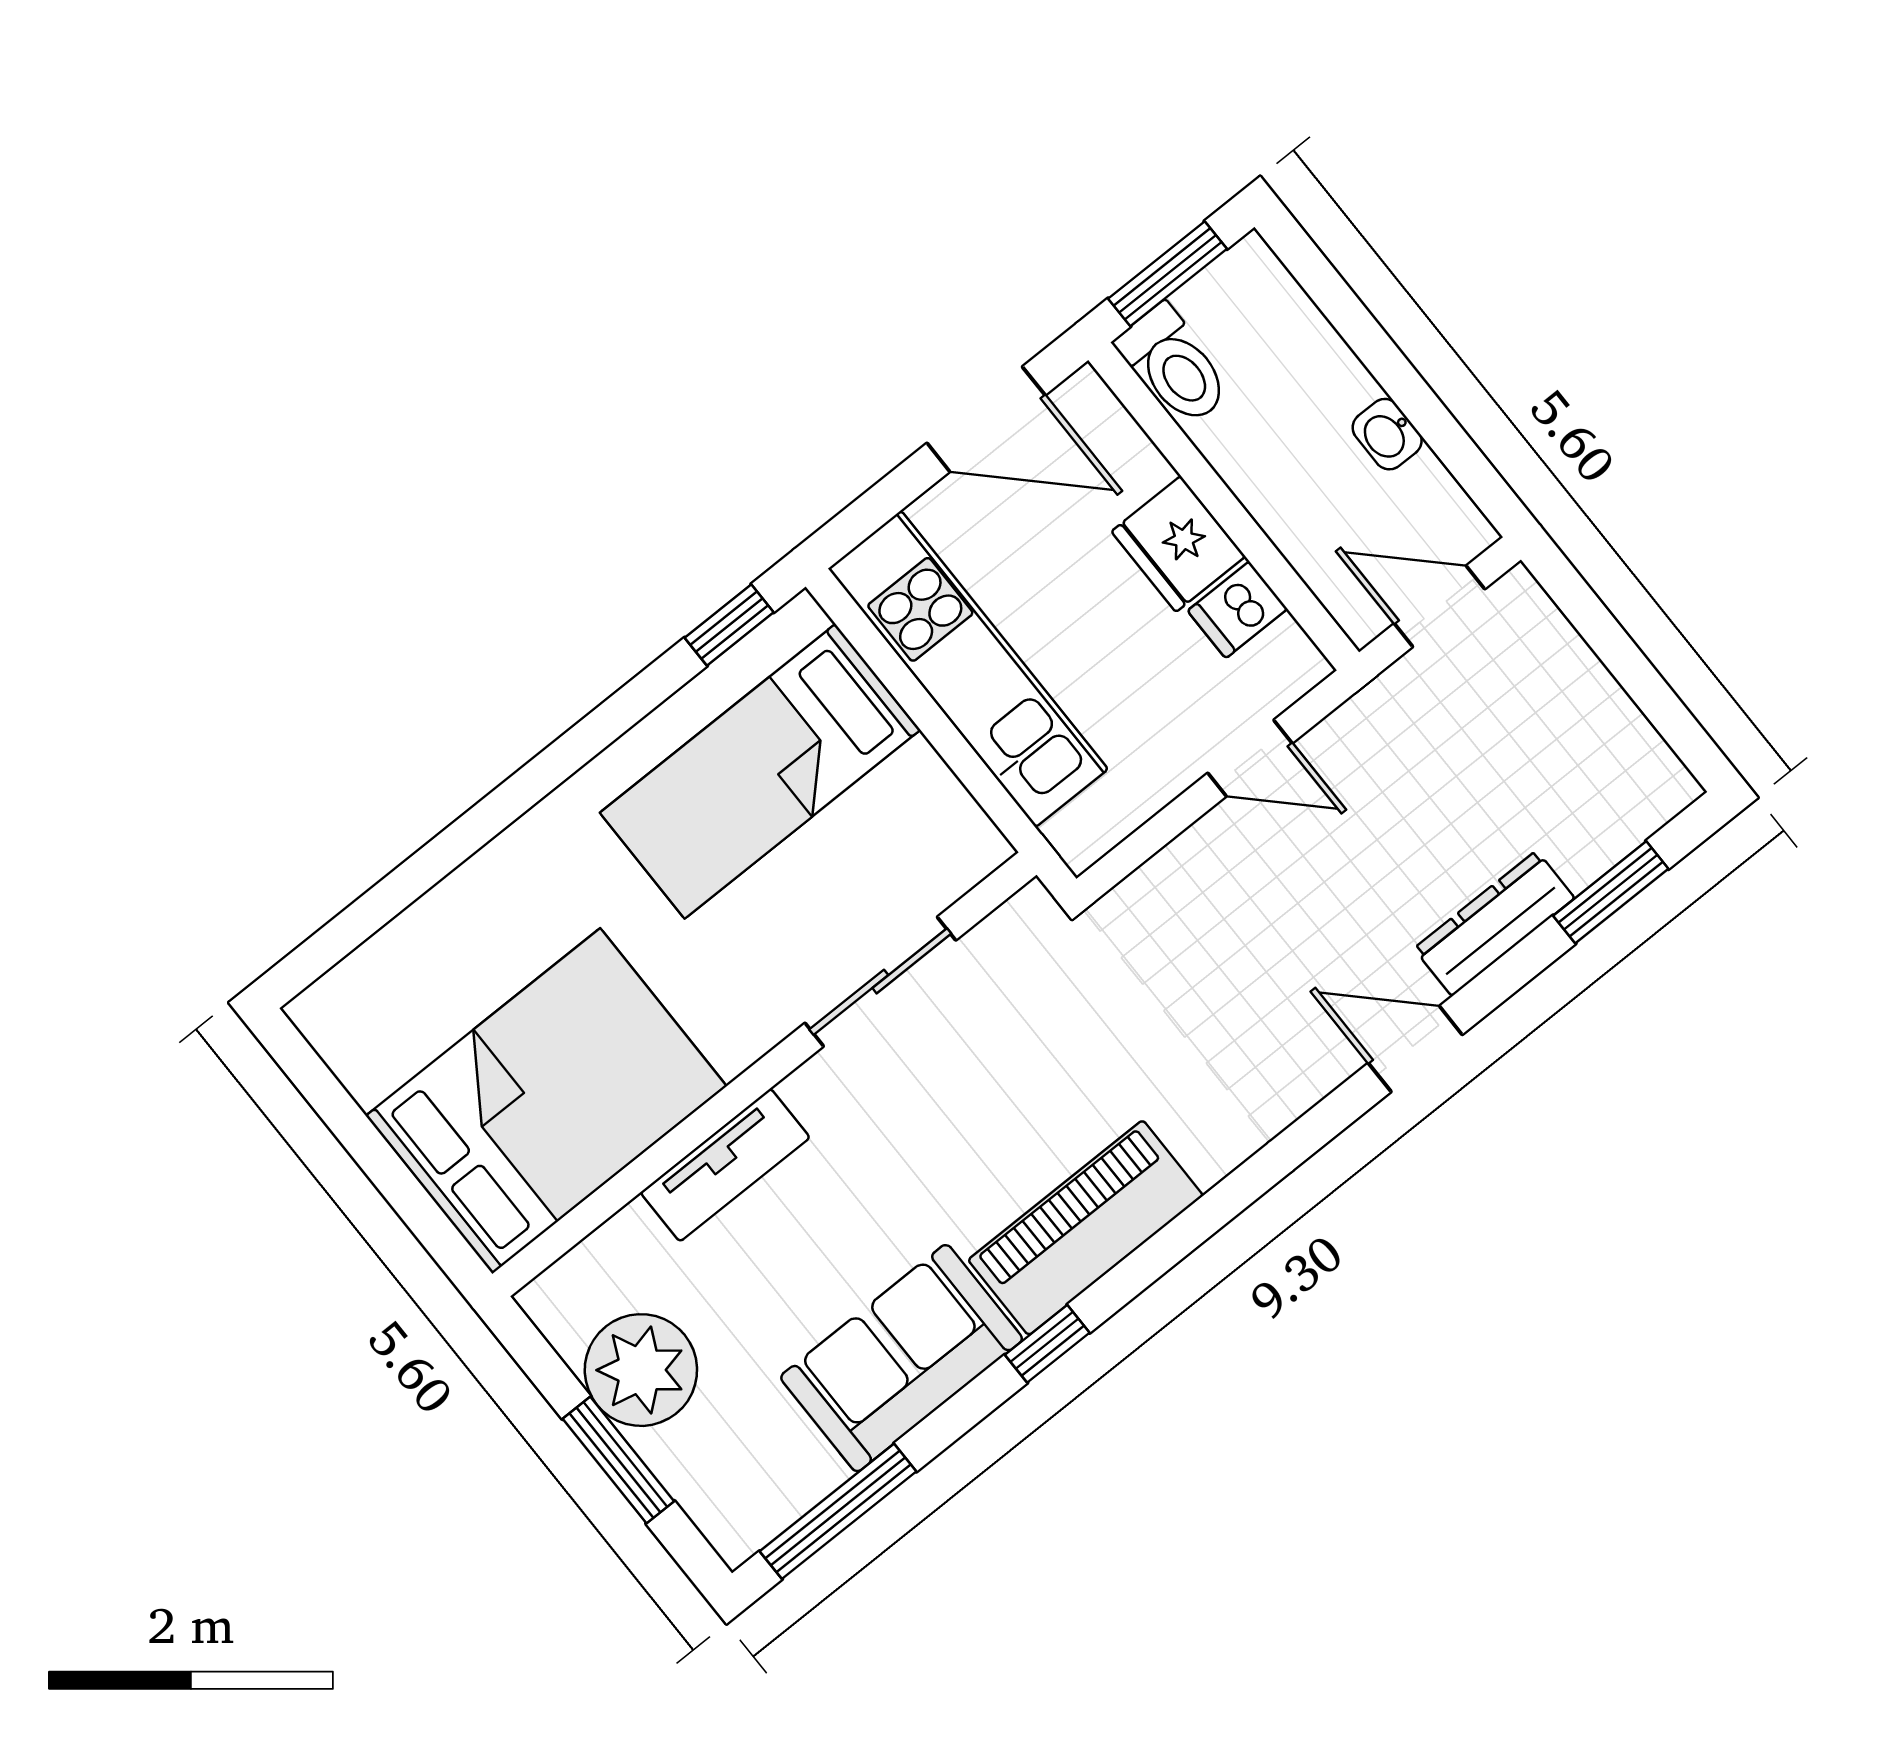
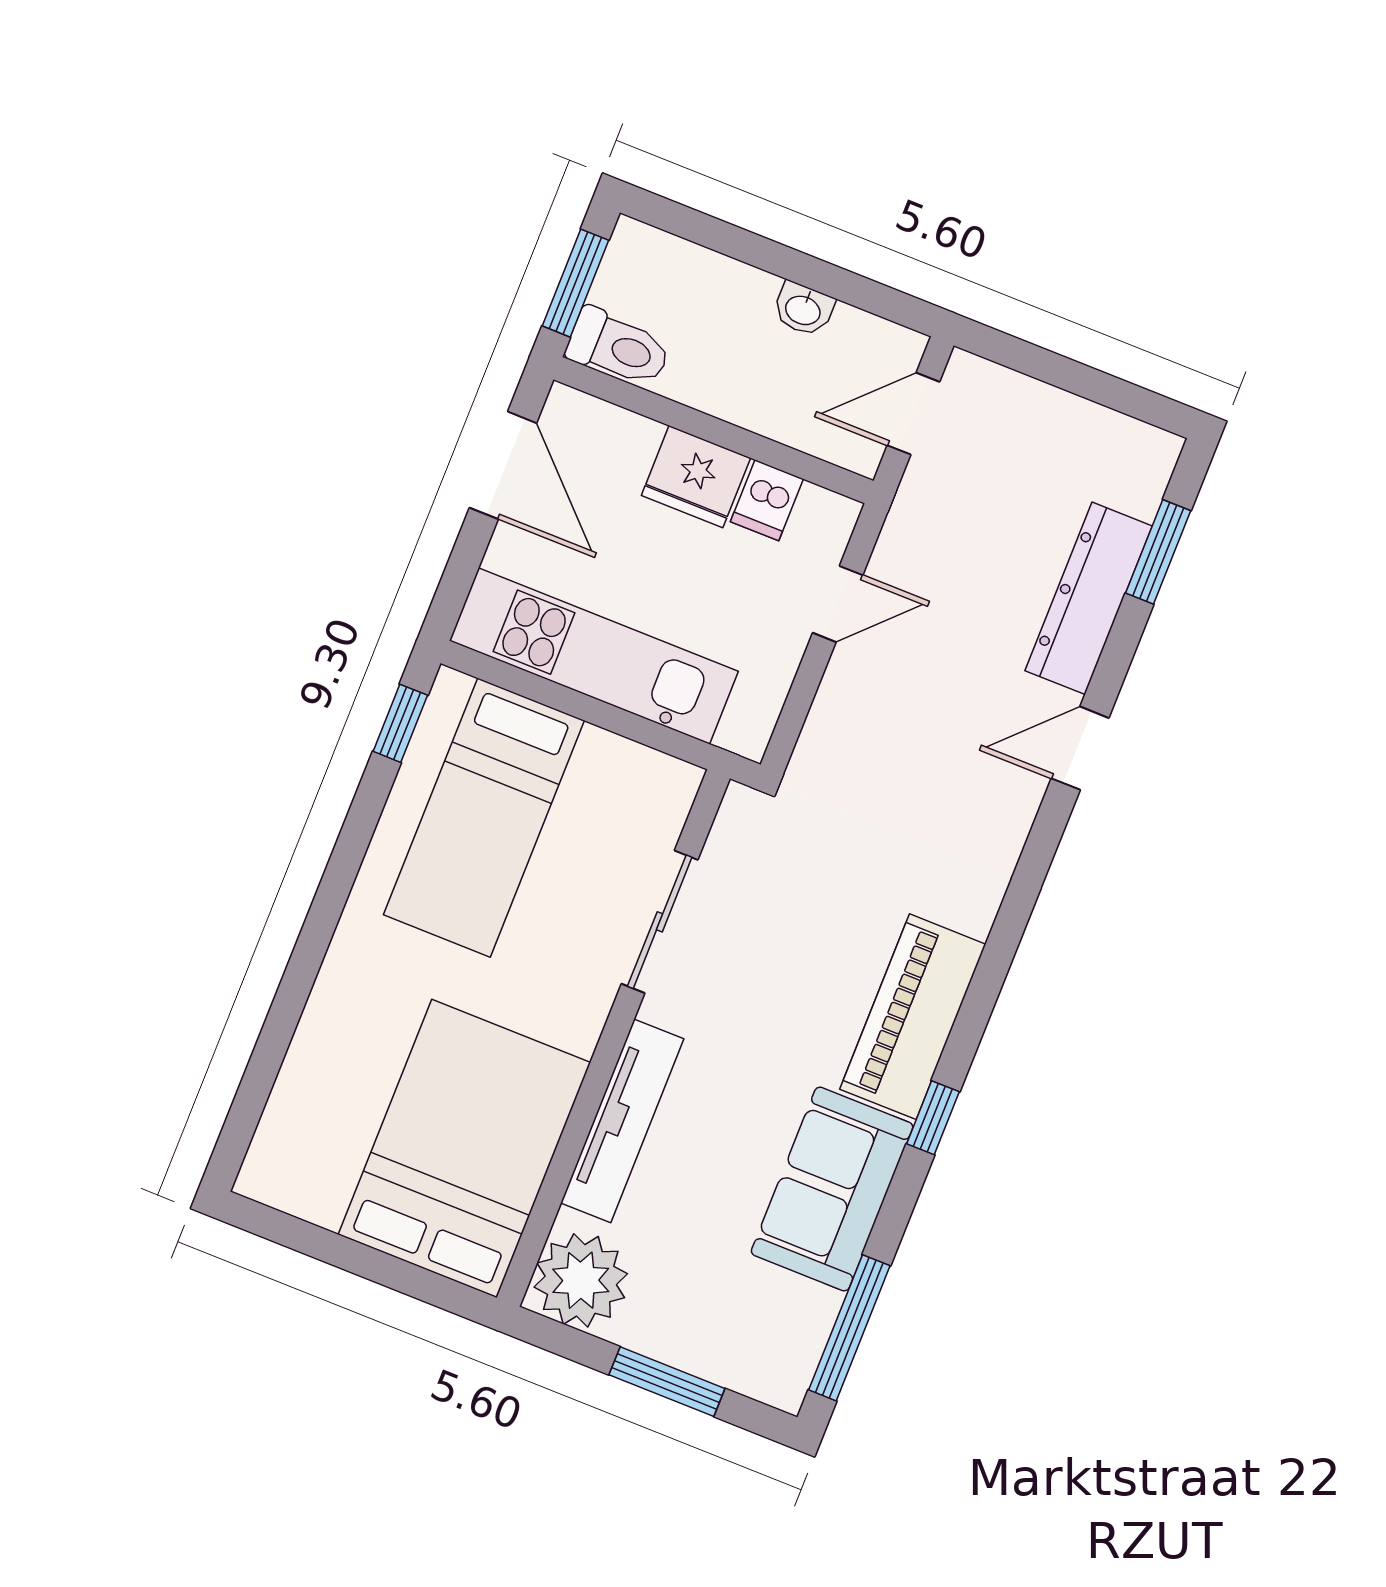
door: (986, 419) -> (503, 465), hinge flipped
dresser: (1494, 923) -> (1089, 598), width x1.37, depth x1.24
tv unit: (725, 1165) -> (622, 1121), width x1.41
plant: (641, 1370) -> (581, 1280), moved

